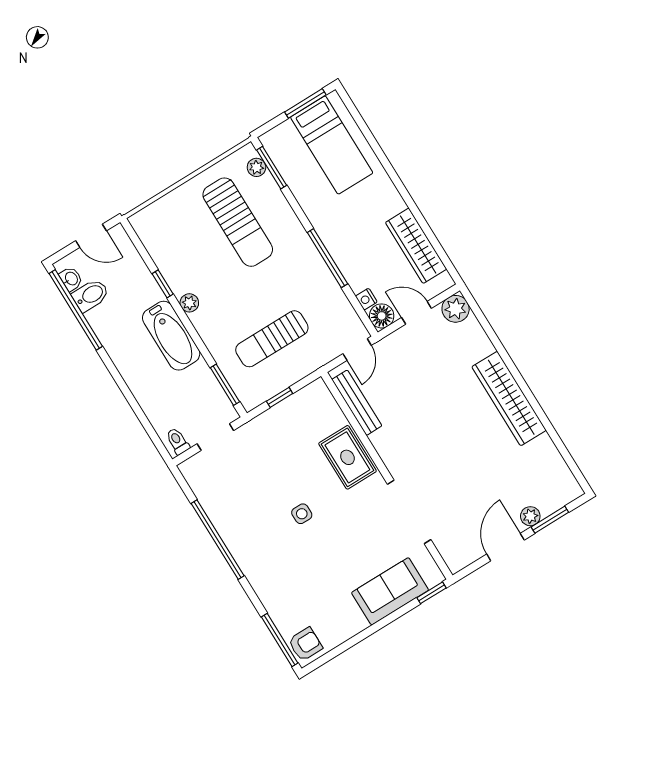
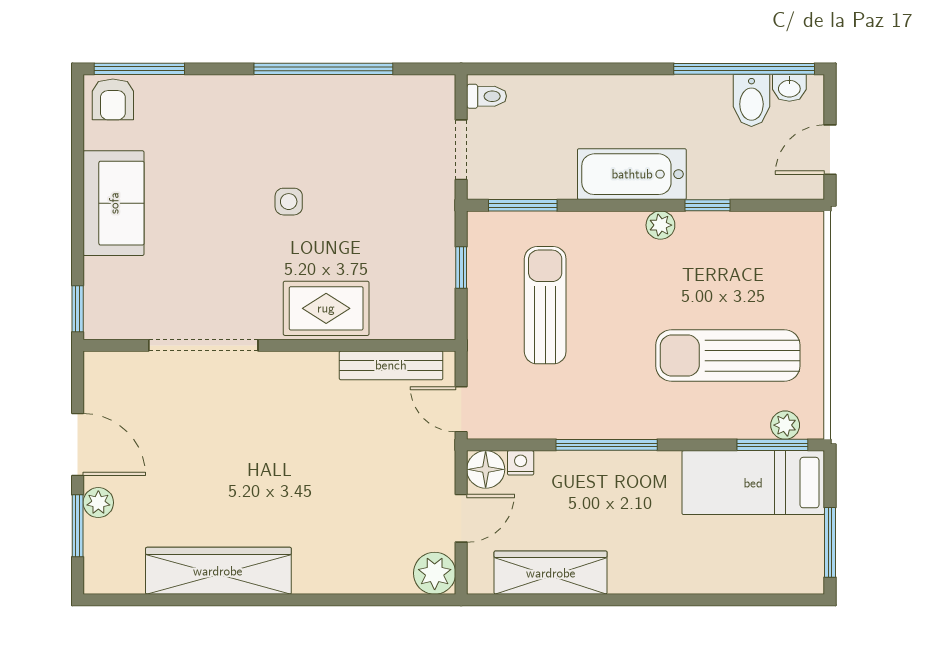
bed: (332, 145) -> (753, 483), moved
wardrobe: (509, 399) -> (218, 571), moved
sofa: (390, 591) -> (114, 203), moved

